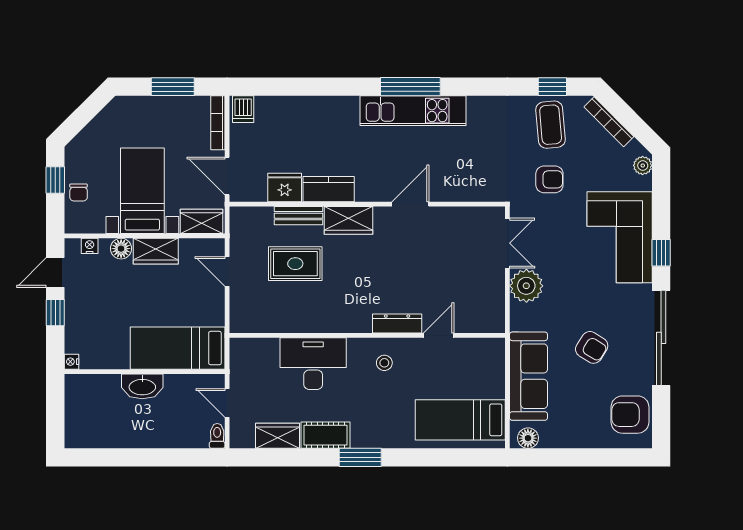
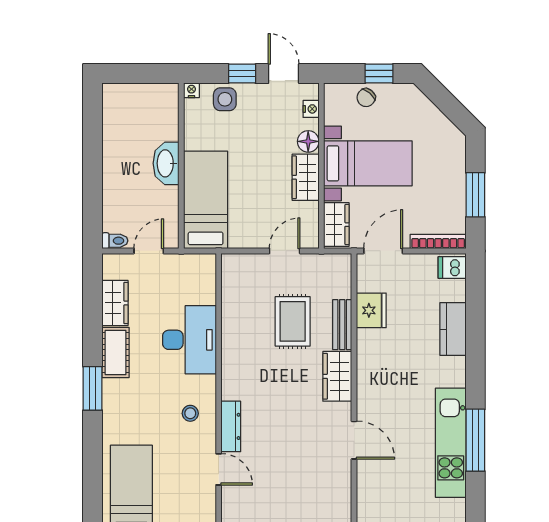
kitchen counter: (329, 189) -> (453, 329), moved, turned 180
chair: (79, 193) -> (366, 98), turned -49
side table: (80, 329) -> (225, 99), added

